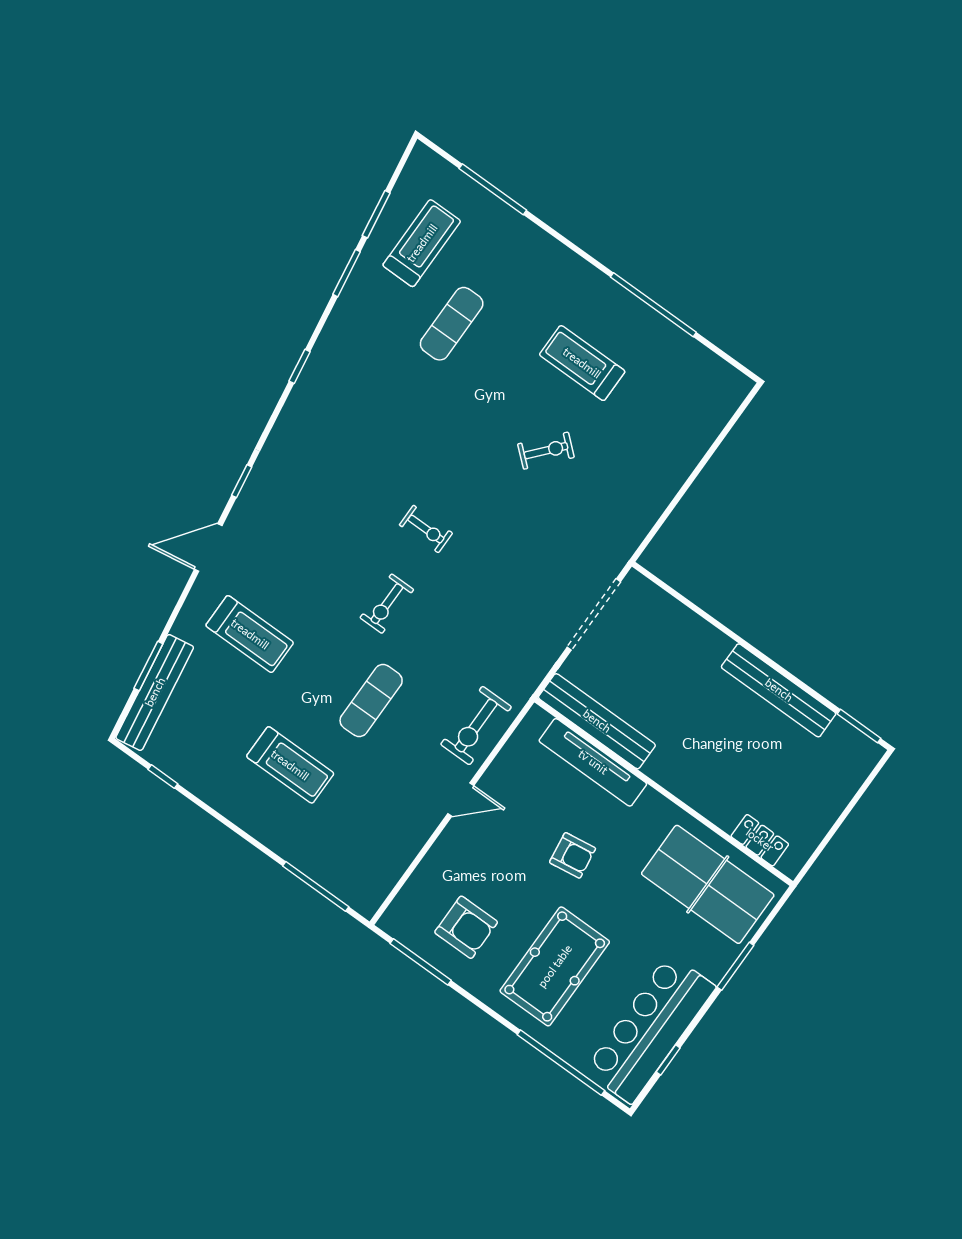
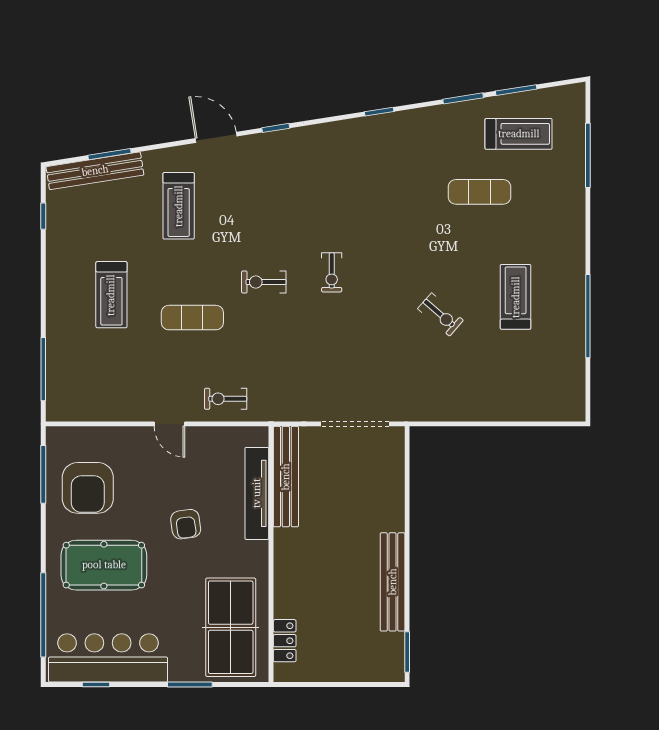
exercise bike: (476, 726) -> (226, 399), width x0.73, depth x0.72
armchair: (466, 927) -> (88, 488), width x1.36, depth x1.36

